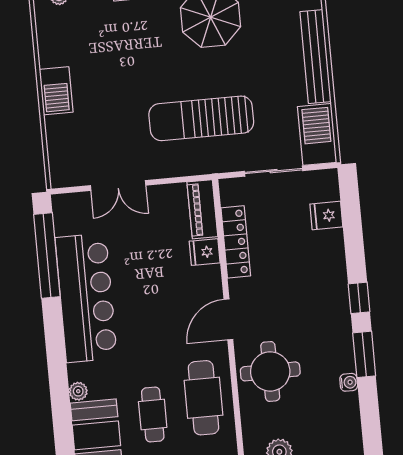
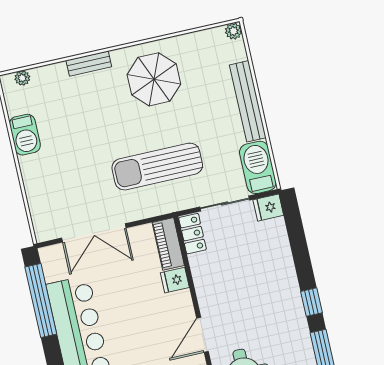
barbecue: (56, 91) -> (25, 135), moved
double door: (118, 185) -> (94, 233), width x1.37
fridge: (326, 215) -> (268, 208), moved
locker: (236, 242) -> (192, 234), moved, width x0.66

